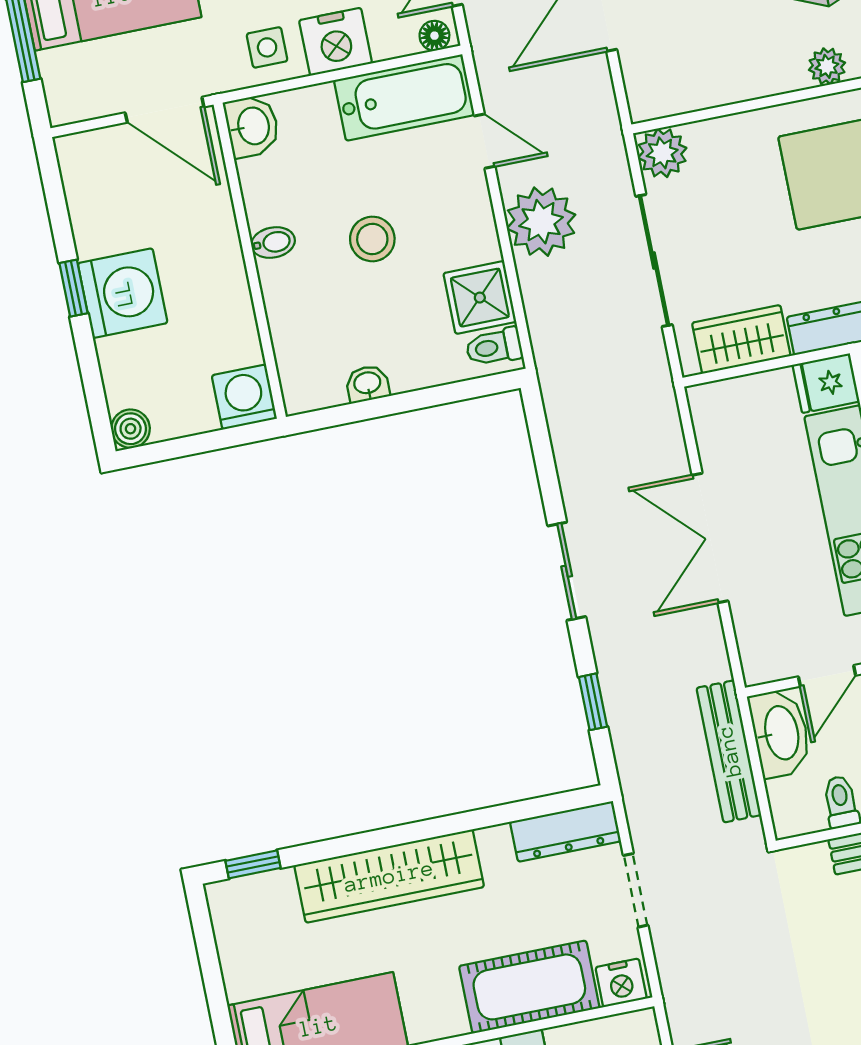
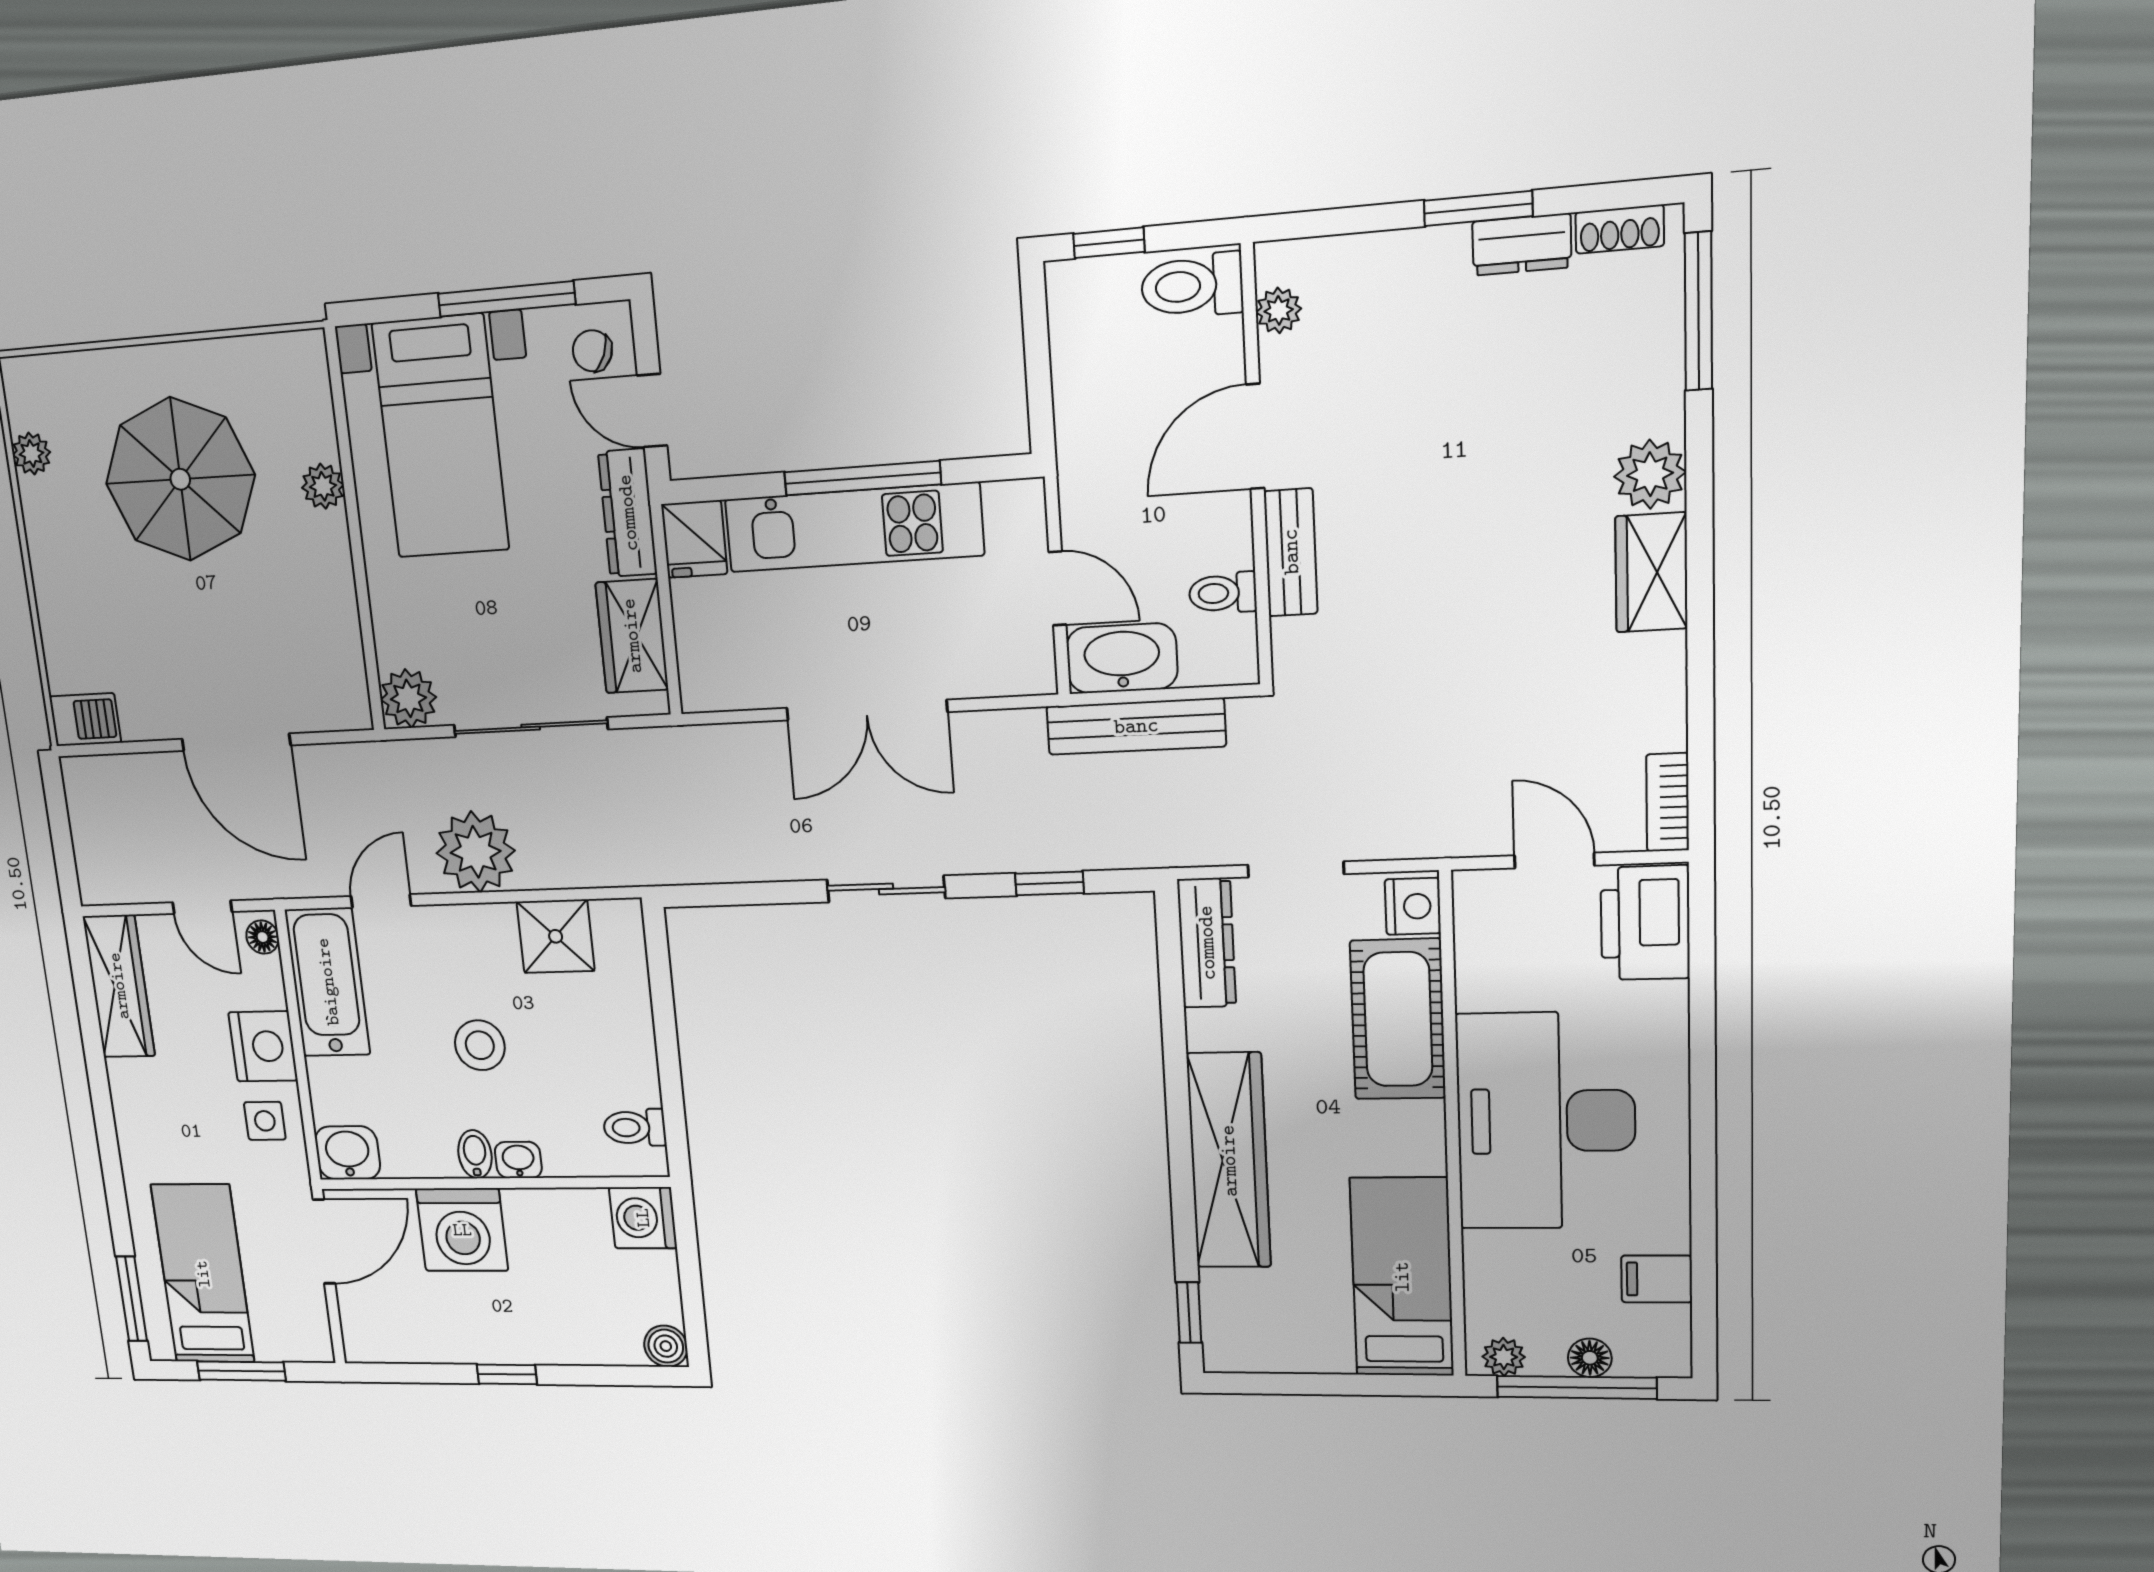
washing machine: (123, 293) -> (462, 1230), moved, turned 180
toilet: (494, 347) -> (635, 1127), moved, turned 90
washbasin: (367, 384) -> (518, 1160), moved, turned 90

